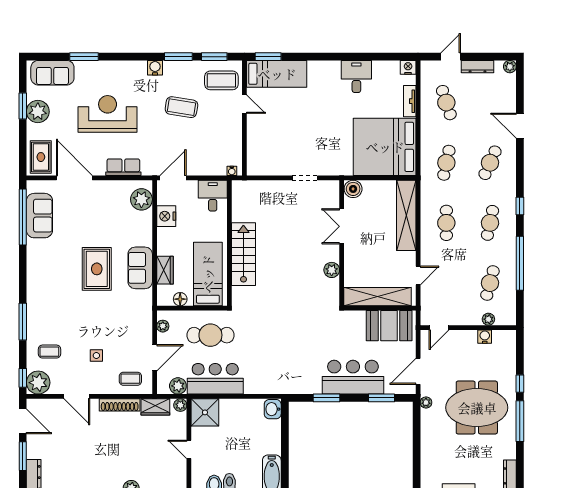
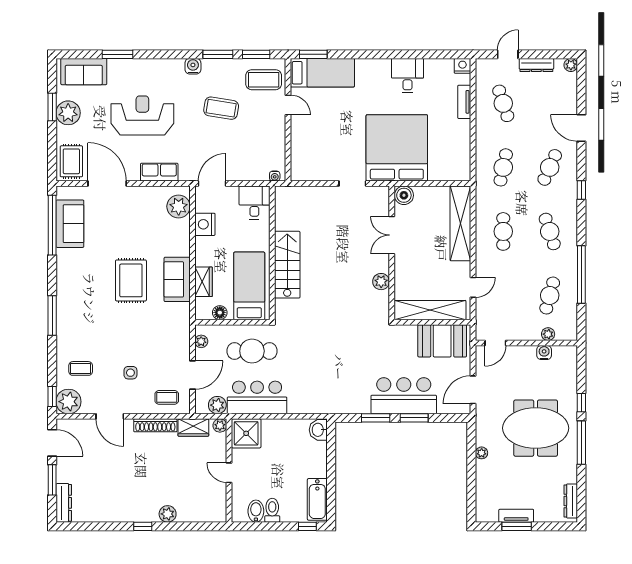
bed: (385, 147) -> (397, 148), moved, turned 90
window: (520, 206) -> (581, 190), moved
cafe table: (490, 223) -> (550, 231), turned -30
window: (23, 322) -> (52, 315), moved
window: (381, 398) -> (414, 418), moved
plant: (426, 402) -> (482, 453), moved

